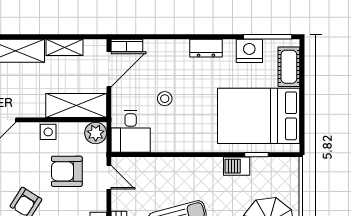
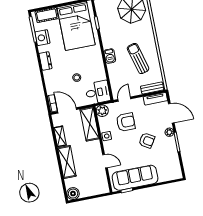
barbecue: (237, 166) -> (110, 56), moved
armchair: (67, 171) -> (126, 122), turned -90

